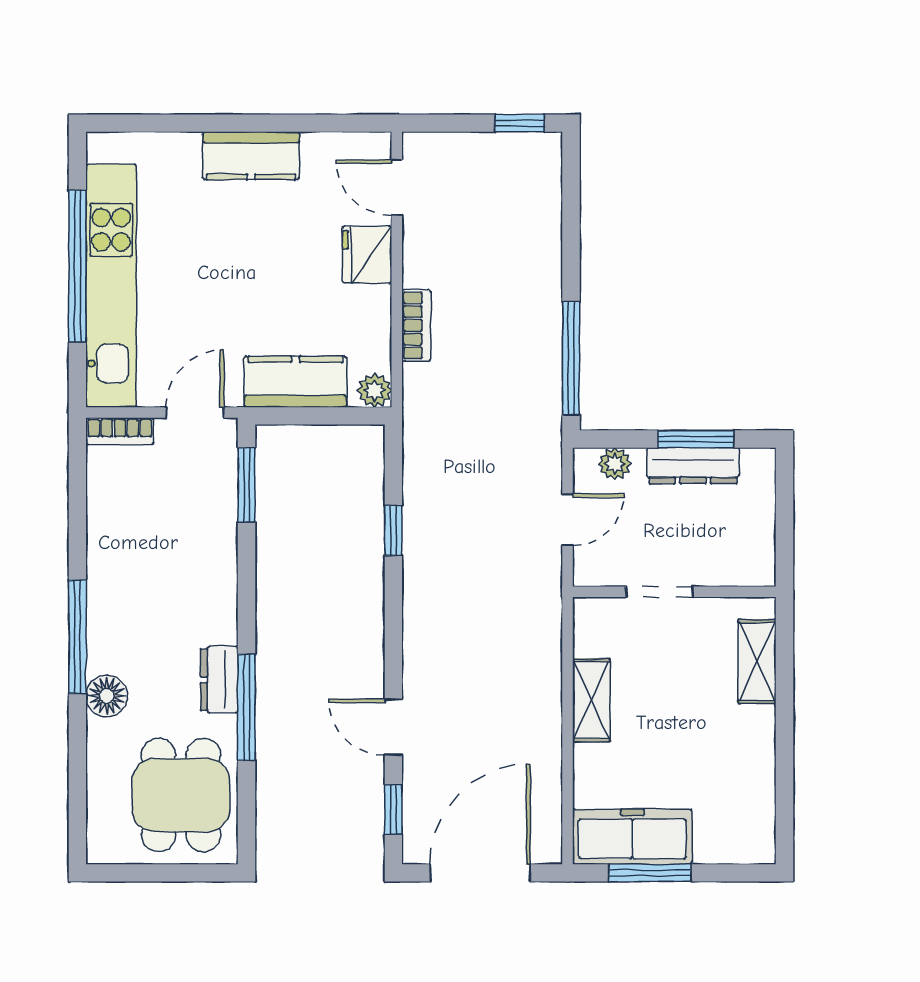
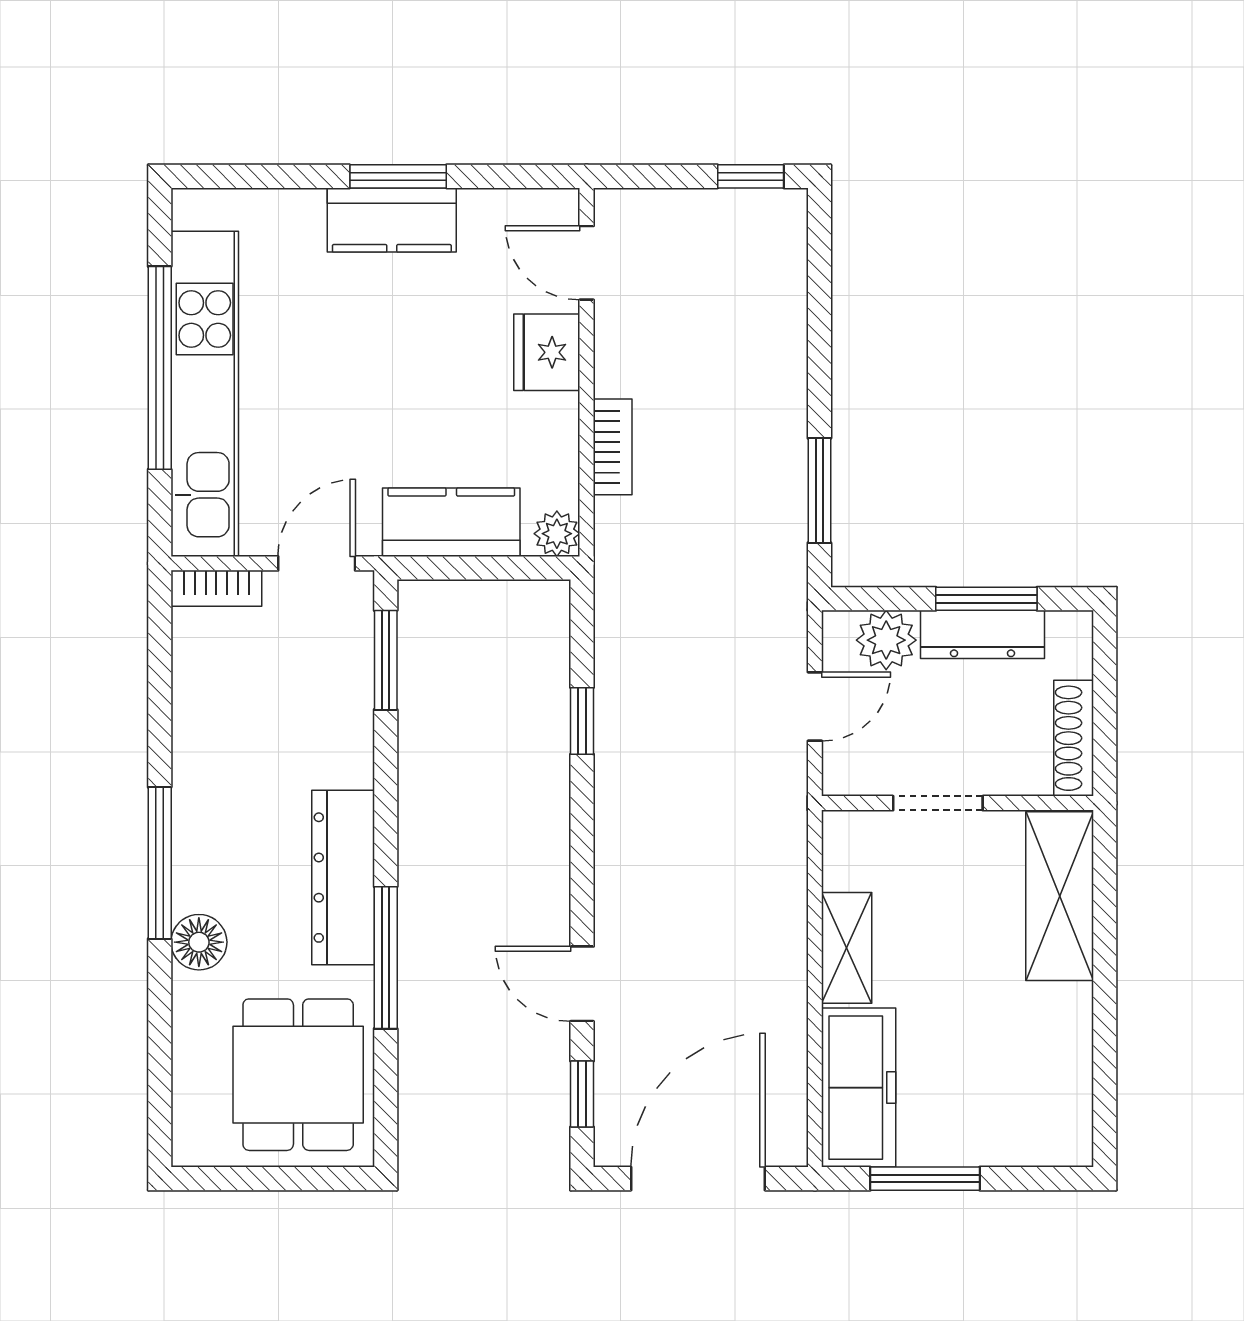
window: (256, 123) -> (398, 176), added
window: (571, 358) -> (819, 491), width x0.69
plant: (615, 464) -> (886, 640), width x1.38, depth x1.38
shoe rack: (761, 543) -> (1074, 738), added
shelving: (757, 661) -> (1060, 896), width x1.50, depth x1.33
dresser: (219, 680) -> (343, 878), width x1.96, depth x1.24
freezer: (632, 837) -> (859, 1088), moved, turned 90

